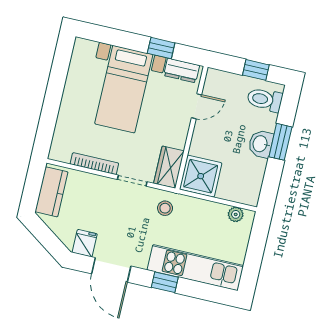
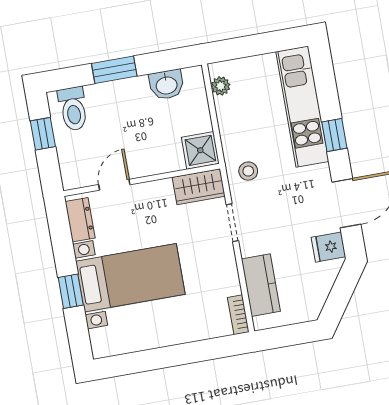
window: (161, 48) -> (71, 291), moved
door: (197, 106) -> (114, 185), hinge flipped
washbasin: (261, 144) -> (166, 85), moved
bookcase: (94, 164) -> (238, 315), moved, width x0.64
shower: (201, 176) -> (200, 150), width x0.73, depth x0.73
kitchen counter: (52, 192) -> (261, 285), moved, turned 90

